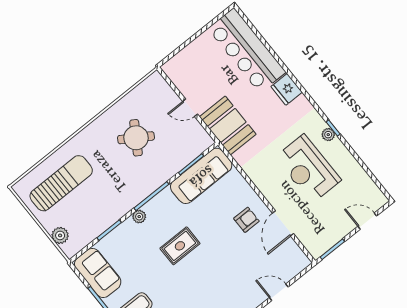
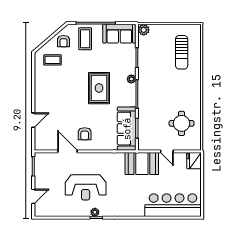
fridge: (287, 89) -> (194, 161), moved, turned -90
door: (190, 108) -> (167, 151), swing flipped
round table: (136, 138) -> (182, 123), moved, turned -32
reception desk: (308, 169) -> (86, 187), turned 180
sun lounger: (61, 183) -> (182, 52), width x0.73, depth x0.75
plant: (60, 235) -> (144, 30), moved
rug: (180, 246) -> (99, 88), width x1.36, depth x1.43

